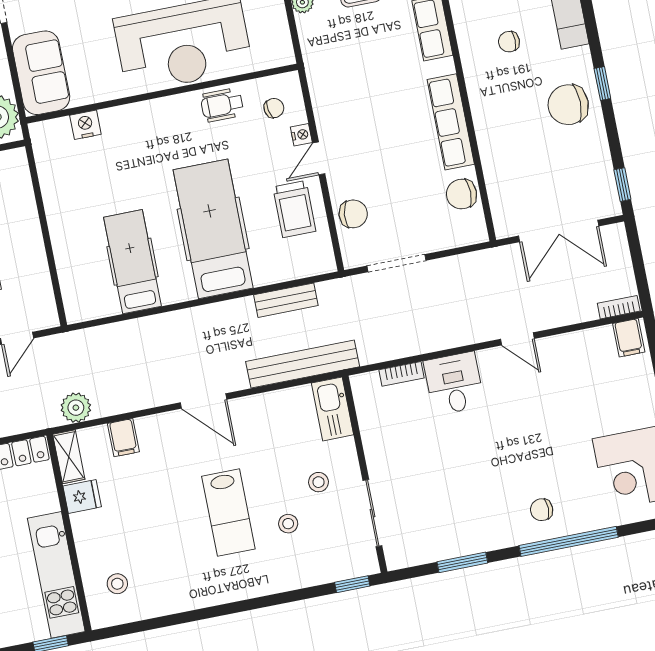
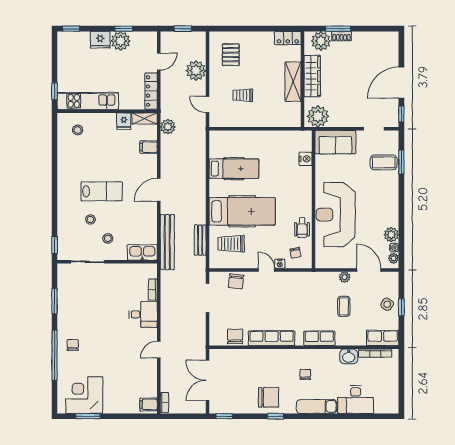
wheelchair: (222, 105) -> (302, 228), turned 180
chair: (568, 105) -> (269, 397), turned 90
trolley: (294, 209) -> (231, 244), moved
lab bench: (228, 513) -> (102, 191), turned 180

